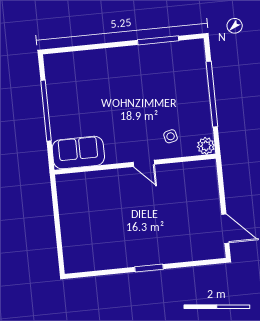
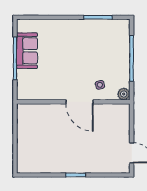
sofa: (78, 153) -> (27, 51), moved, turned 90
door: (144, 163) -> (79, 102), width x1.87

